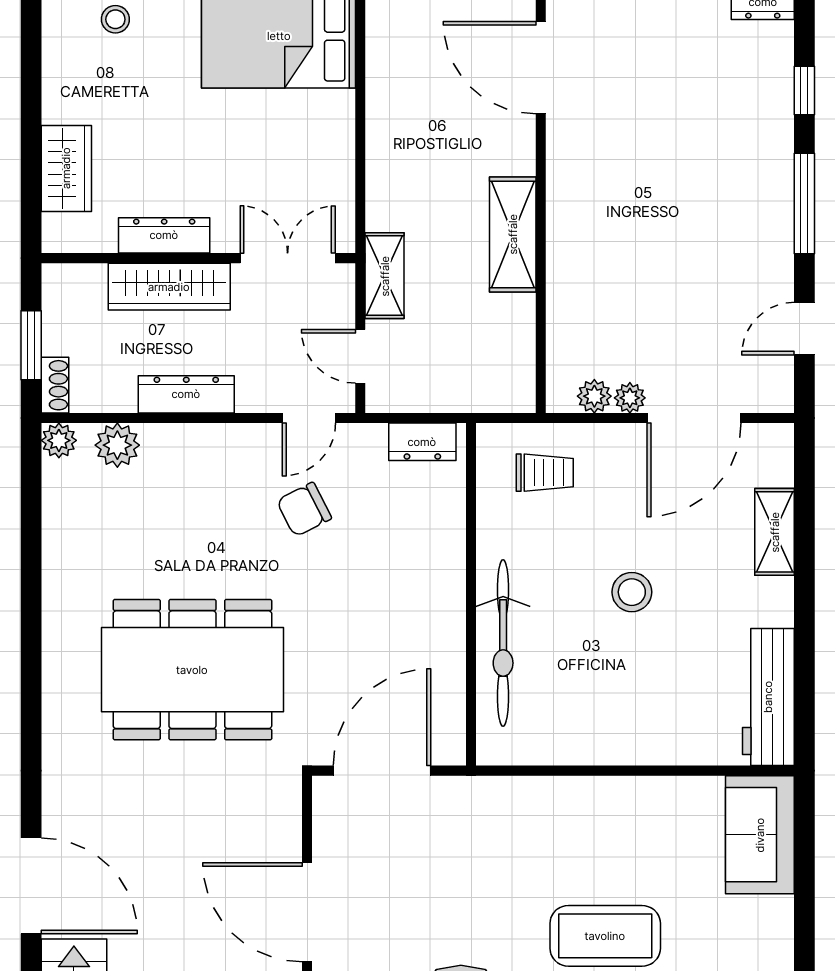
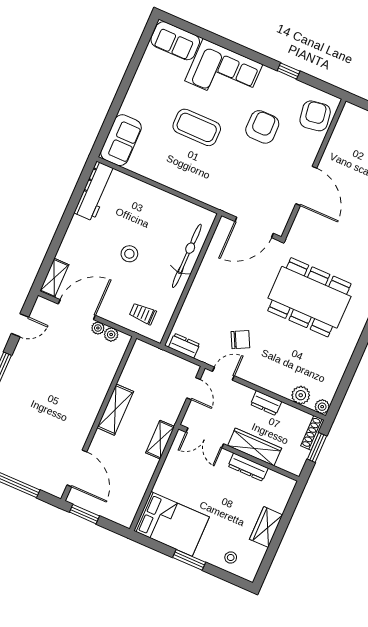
wardrobe: (66, 168) -> (266, 527), moved
shelving: (385, 276) -> (160, 440), moved
shoe rack: (55, 385) -> (312, 433), width x1.43
dresser: (186, 394) -> (266, 403), width x0.70
shelving: (775, 532) -> (54, 278), moved

